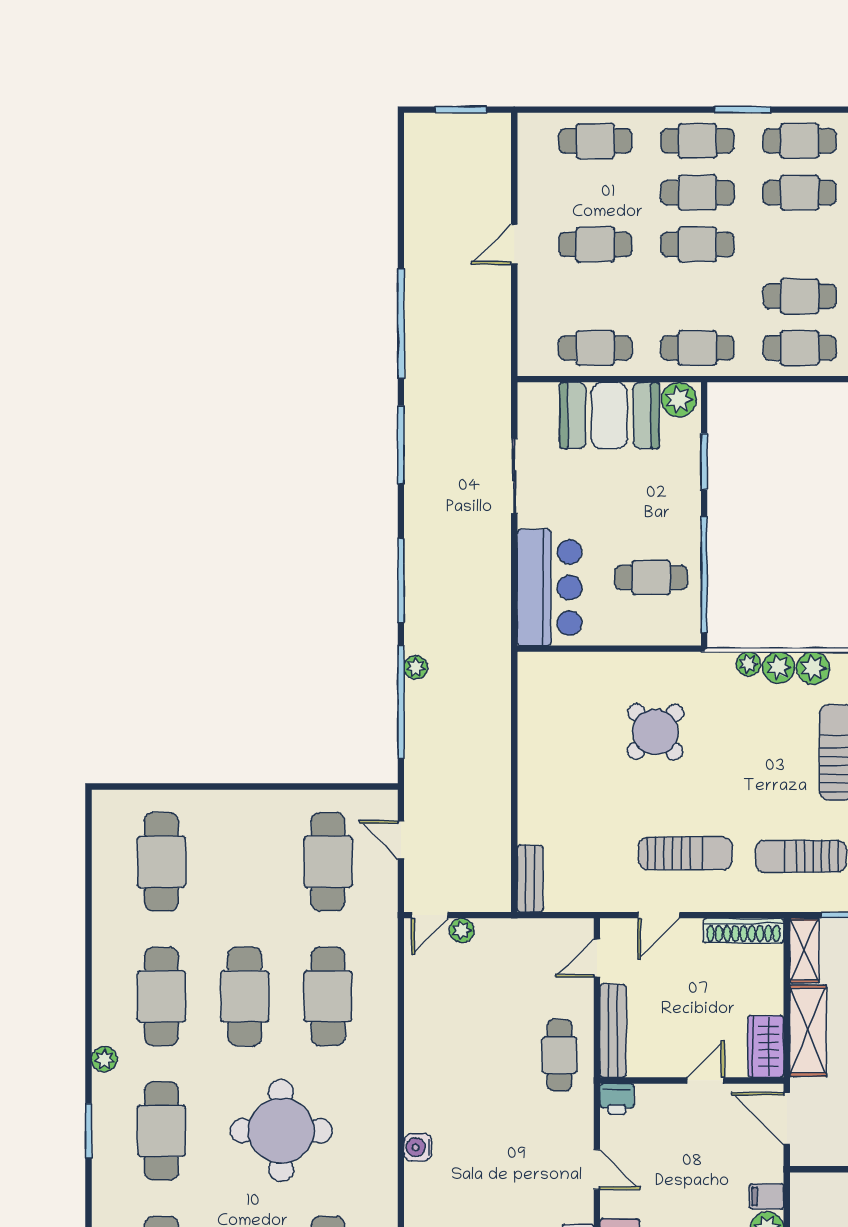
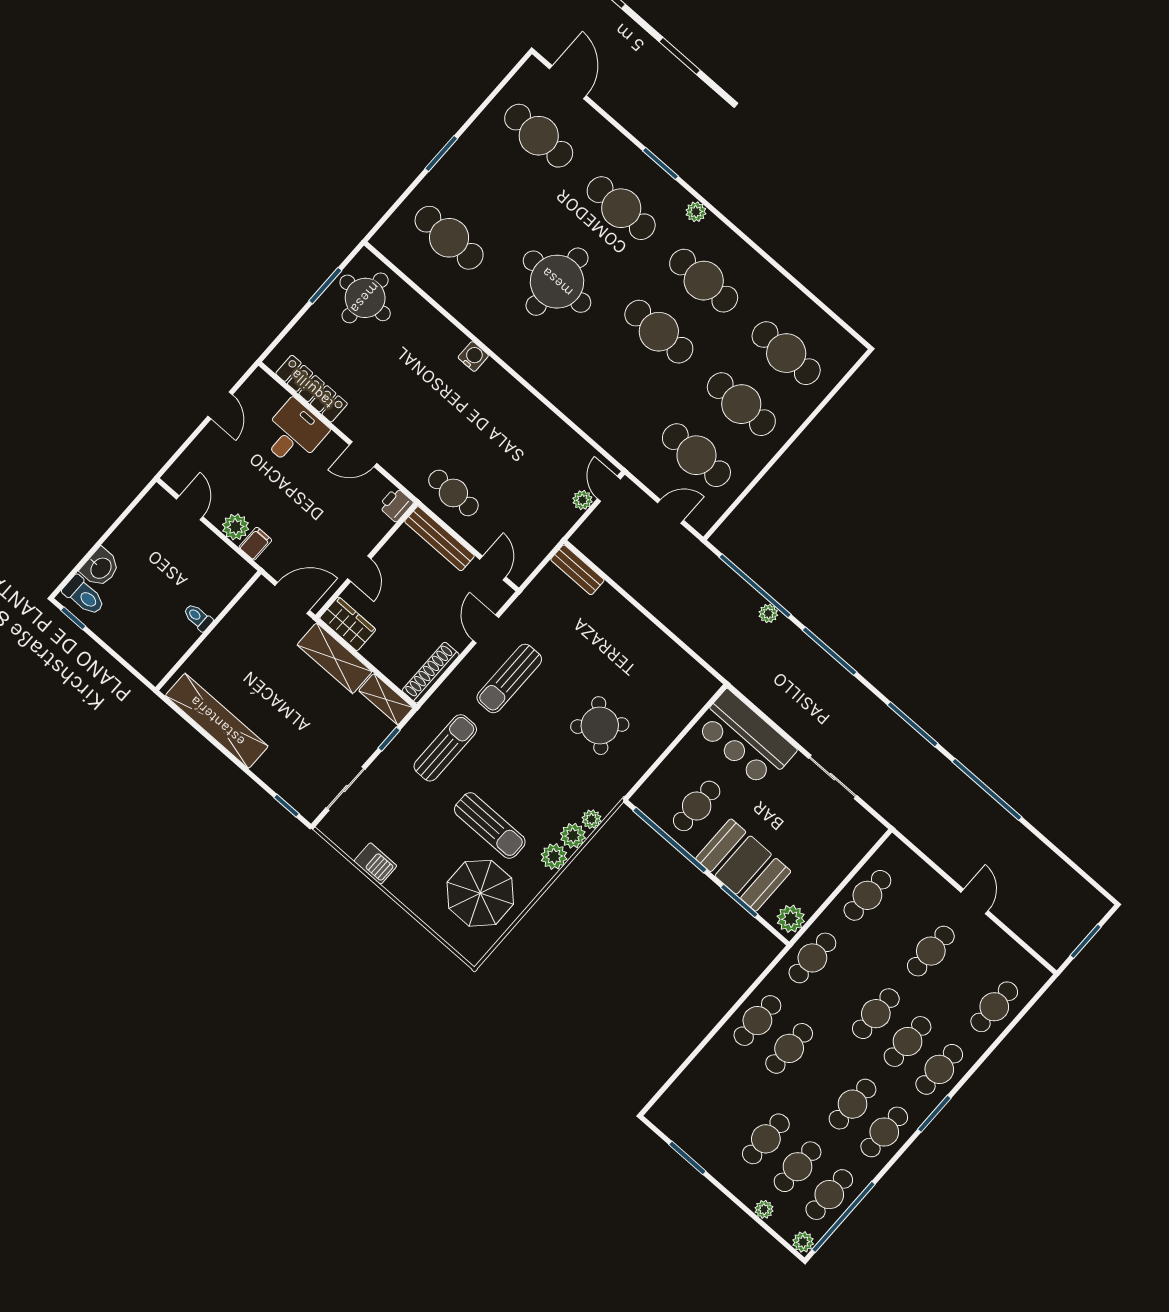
booth: (609, 416) -> (743, 865), moved, turned 90
cafe table: (328, 996) -> (741, 404), moved

